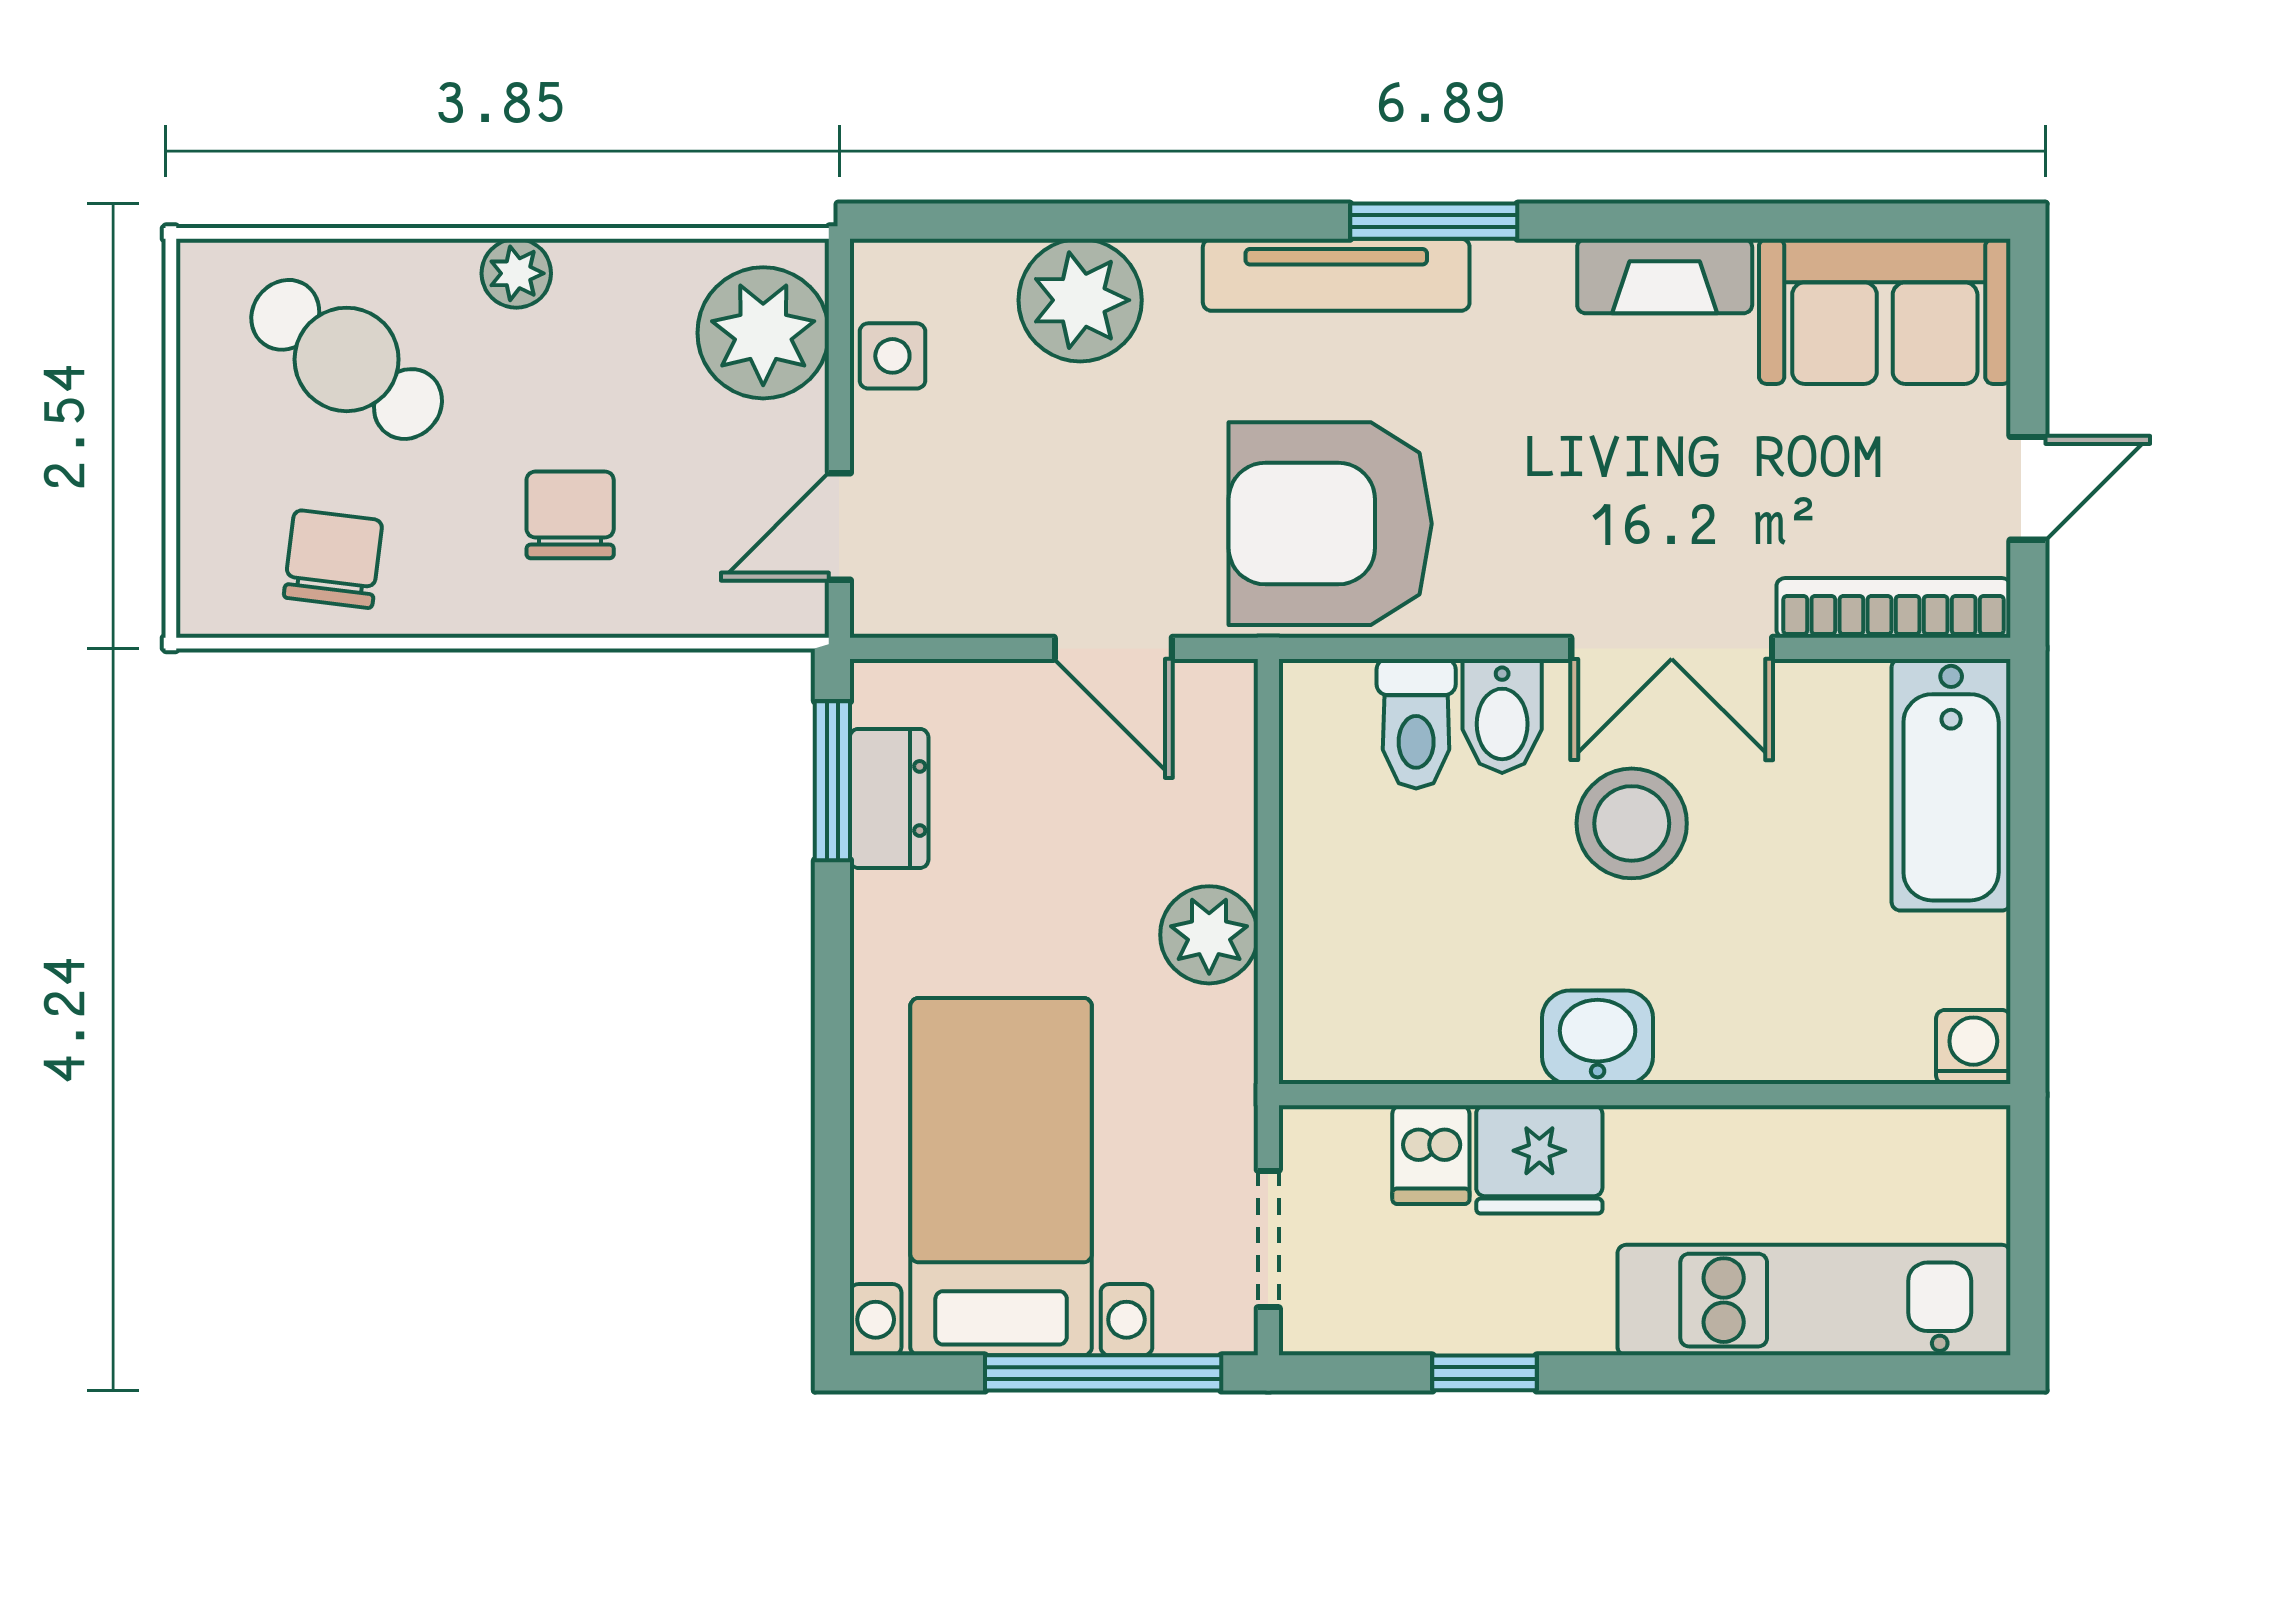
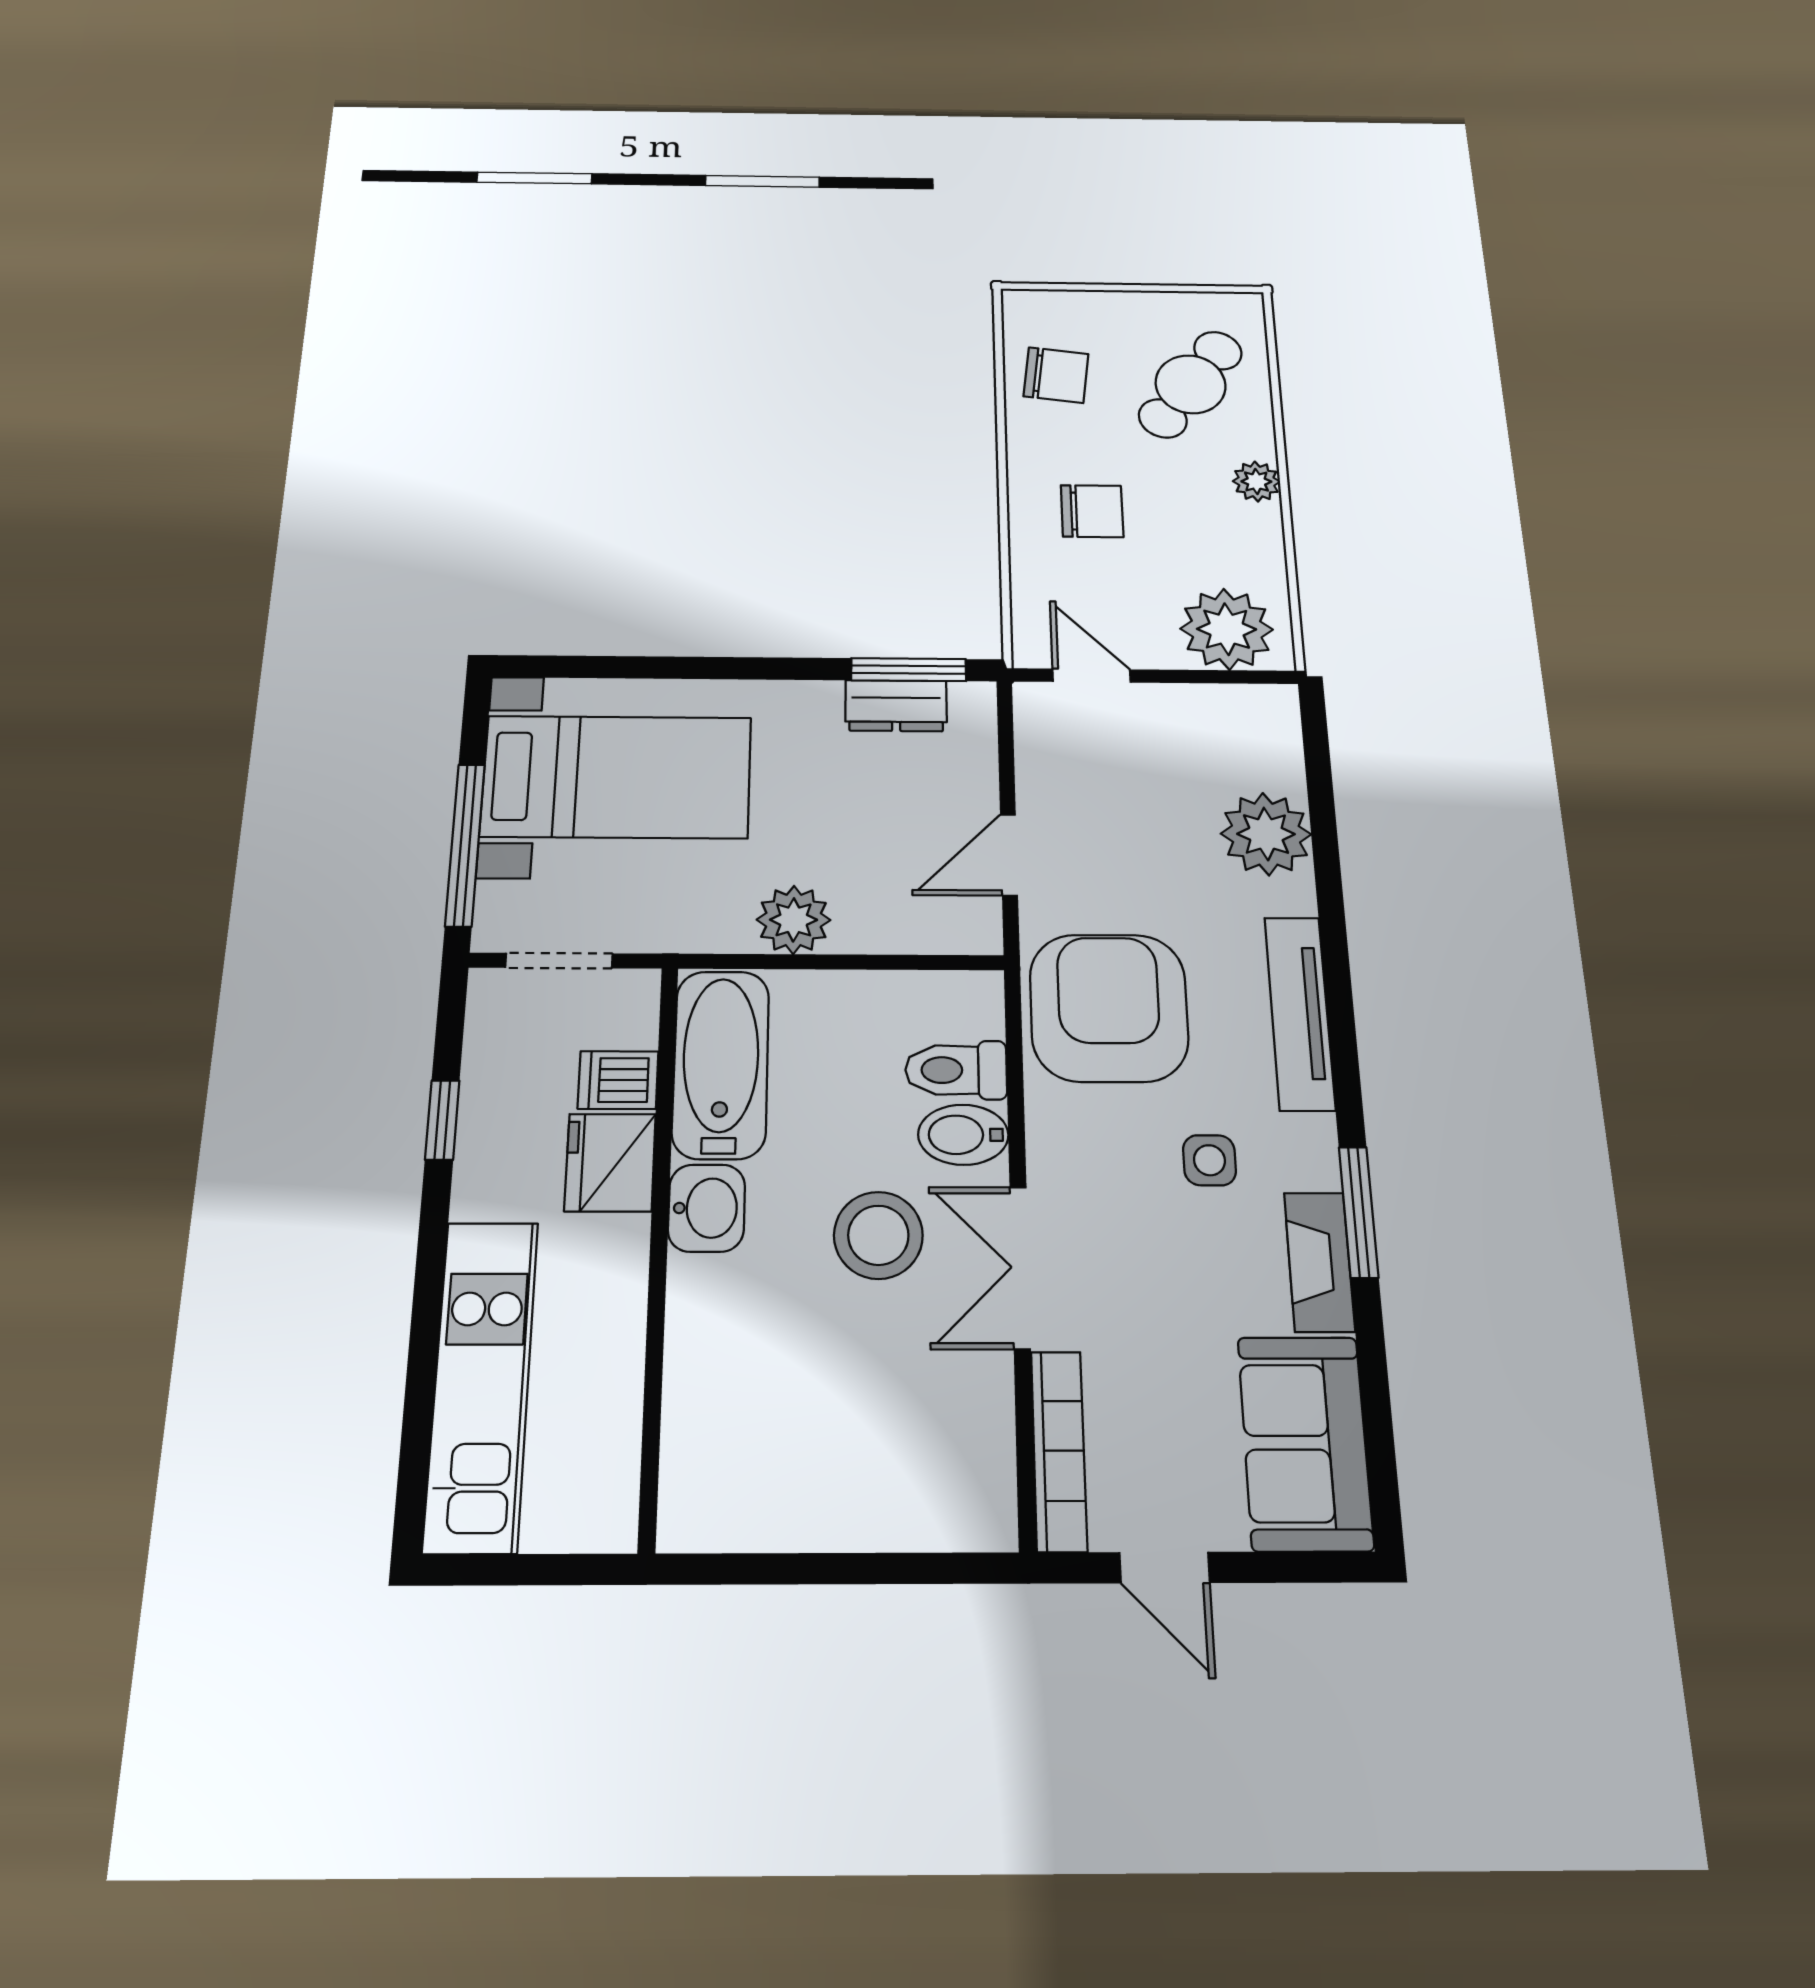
window: (1434, 221) -> (1359, 1212), moved
side table: (892, 356) -> (1209, 1160), moved
bathtub: (1951, 785) -> (721, 1064), moved, turned 90
washing machine: (1973, 1047) -> (688, 1521), removed

